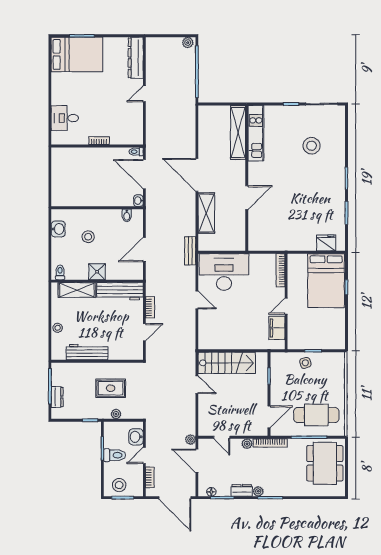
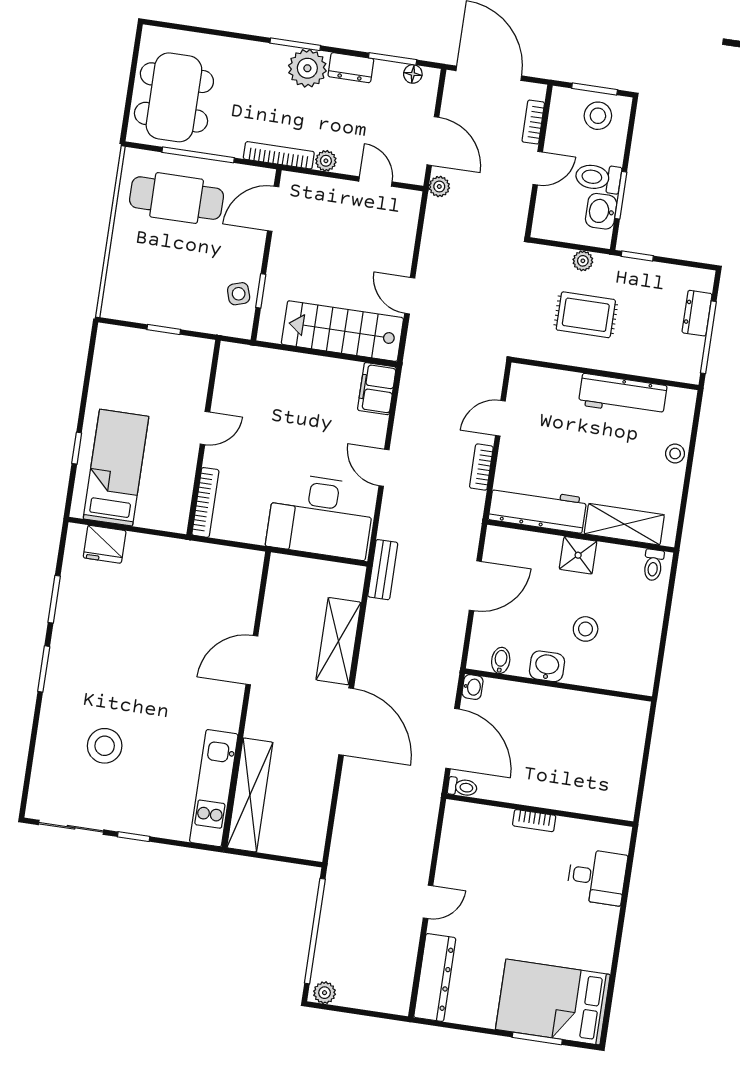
washbasin: (58, 229) -> (547, 666), moved, turned 90
bed: (326, 281) -> (116, 468), width x0.67
filing cabinet: (277, 328) -> (377, 389), moved, turned 180
side table: (305, 363) -> (239, 294), moved
washbasin: (136, 437) -> (601, 211), moved, turned 180
plant: (258, 491) -> (307, 68), width x1.88, depth x1.88

